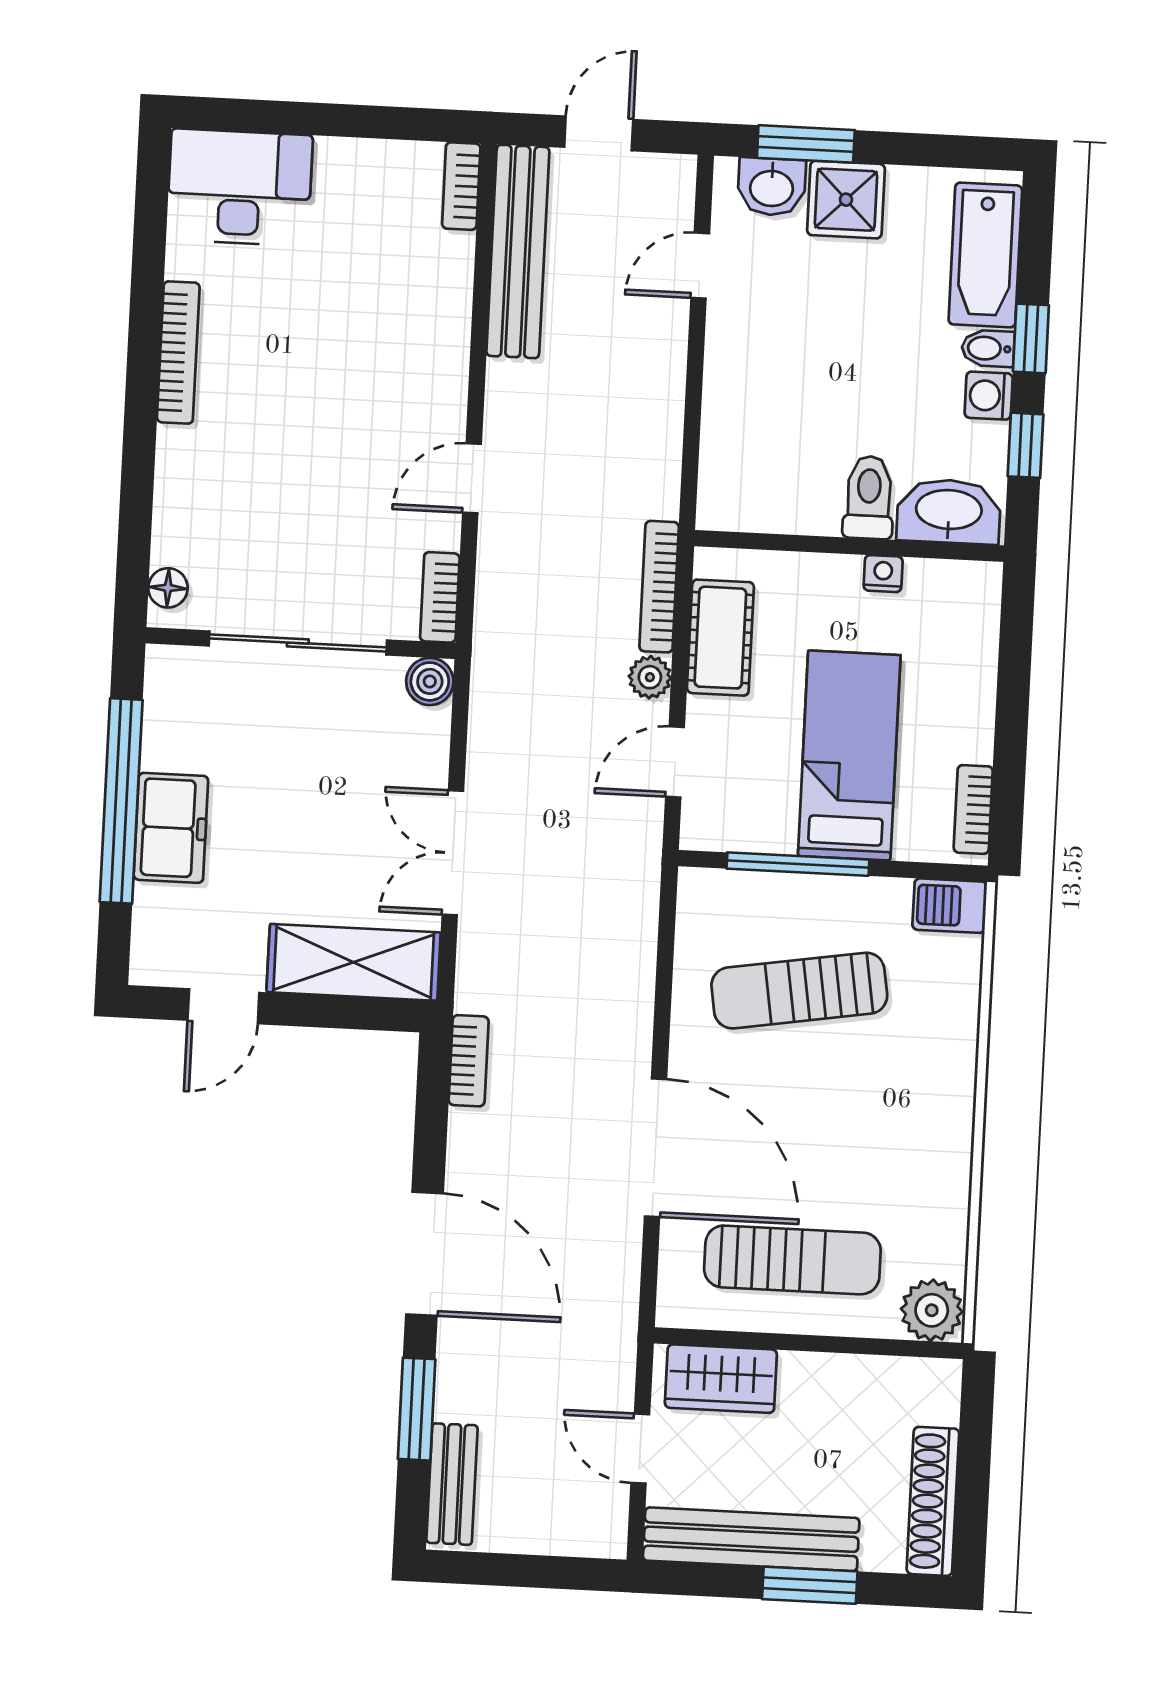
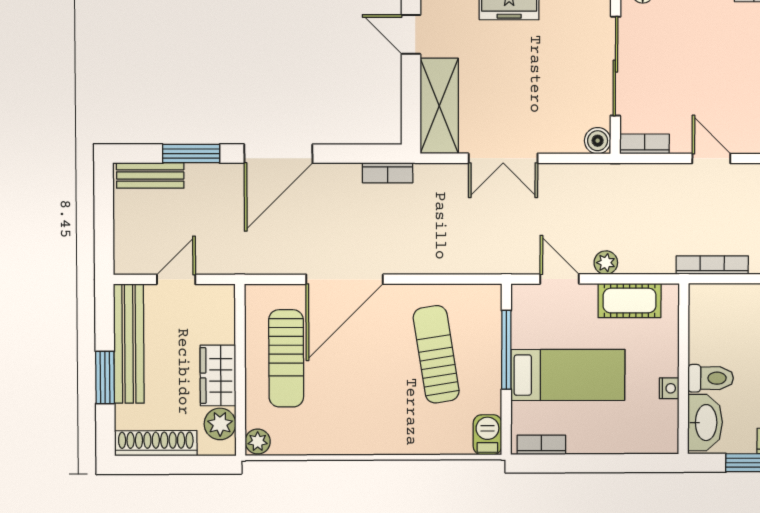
bookcase: (659, 587) -> (712, 265), moved
double door: (453, 853) -> (503, 158), swing flipped
plant: (932, 1310) -> (258, 442), width x0.73, depth x0.73
wardrobe: (721, 1379) -> (218, 375), moved
plant: (904, 1385) -> (220, 424), added

